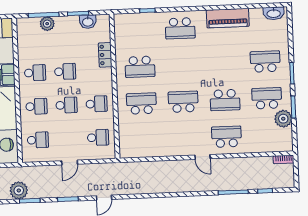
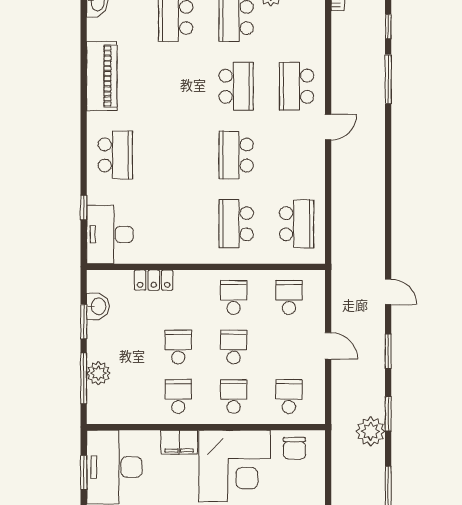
desk: (132, 27) -> (110, 234), added
school desk: (140, 67) -> (297, 224), moved

